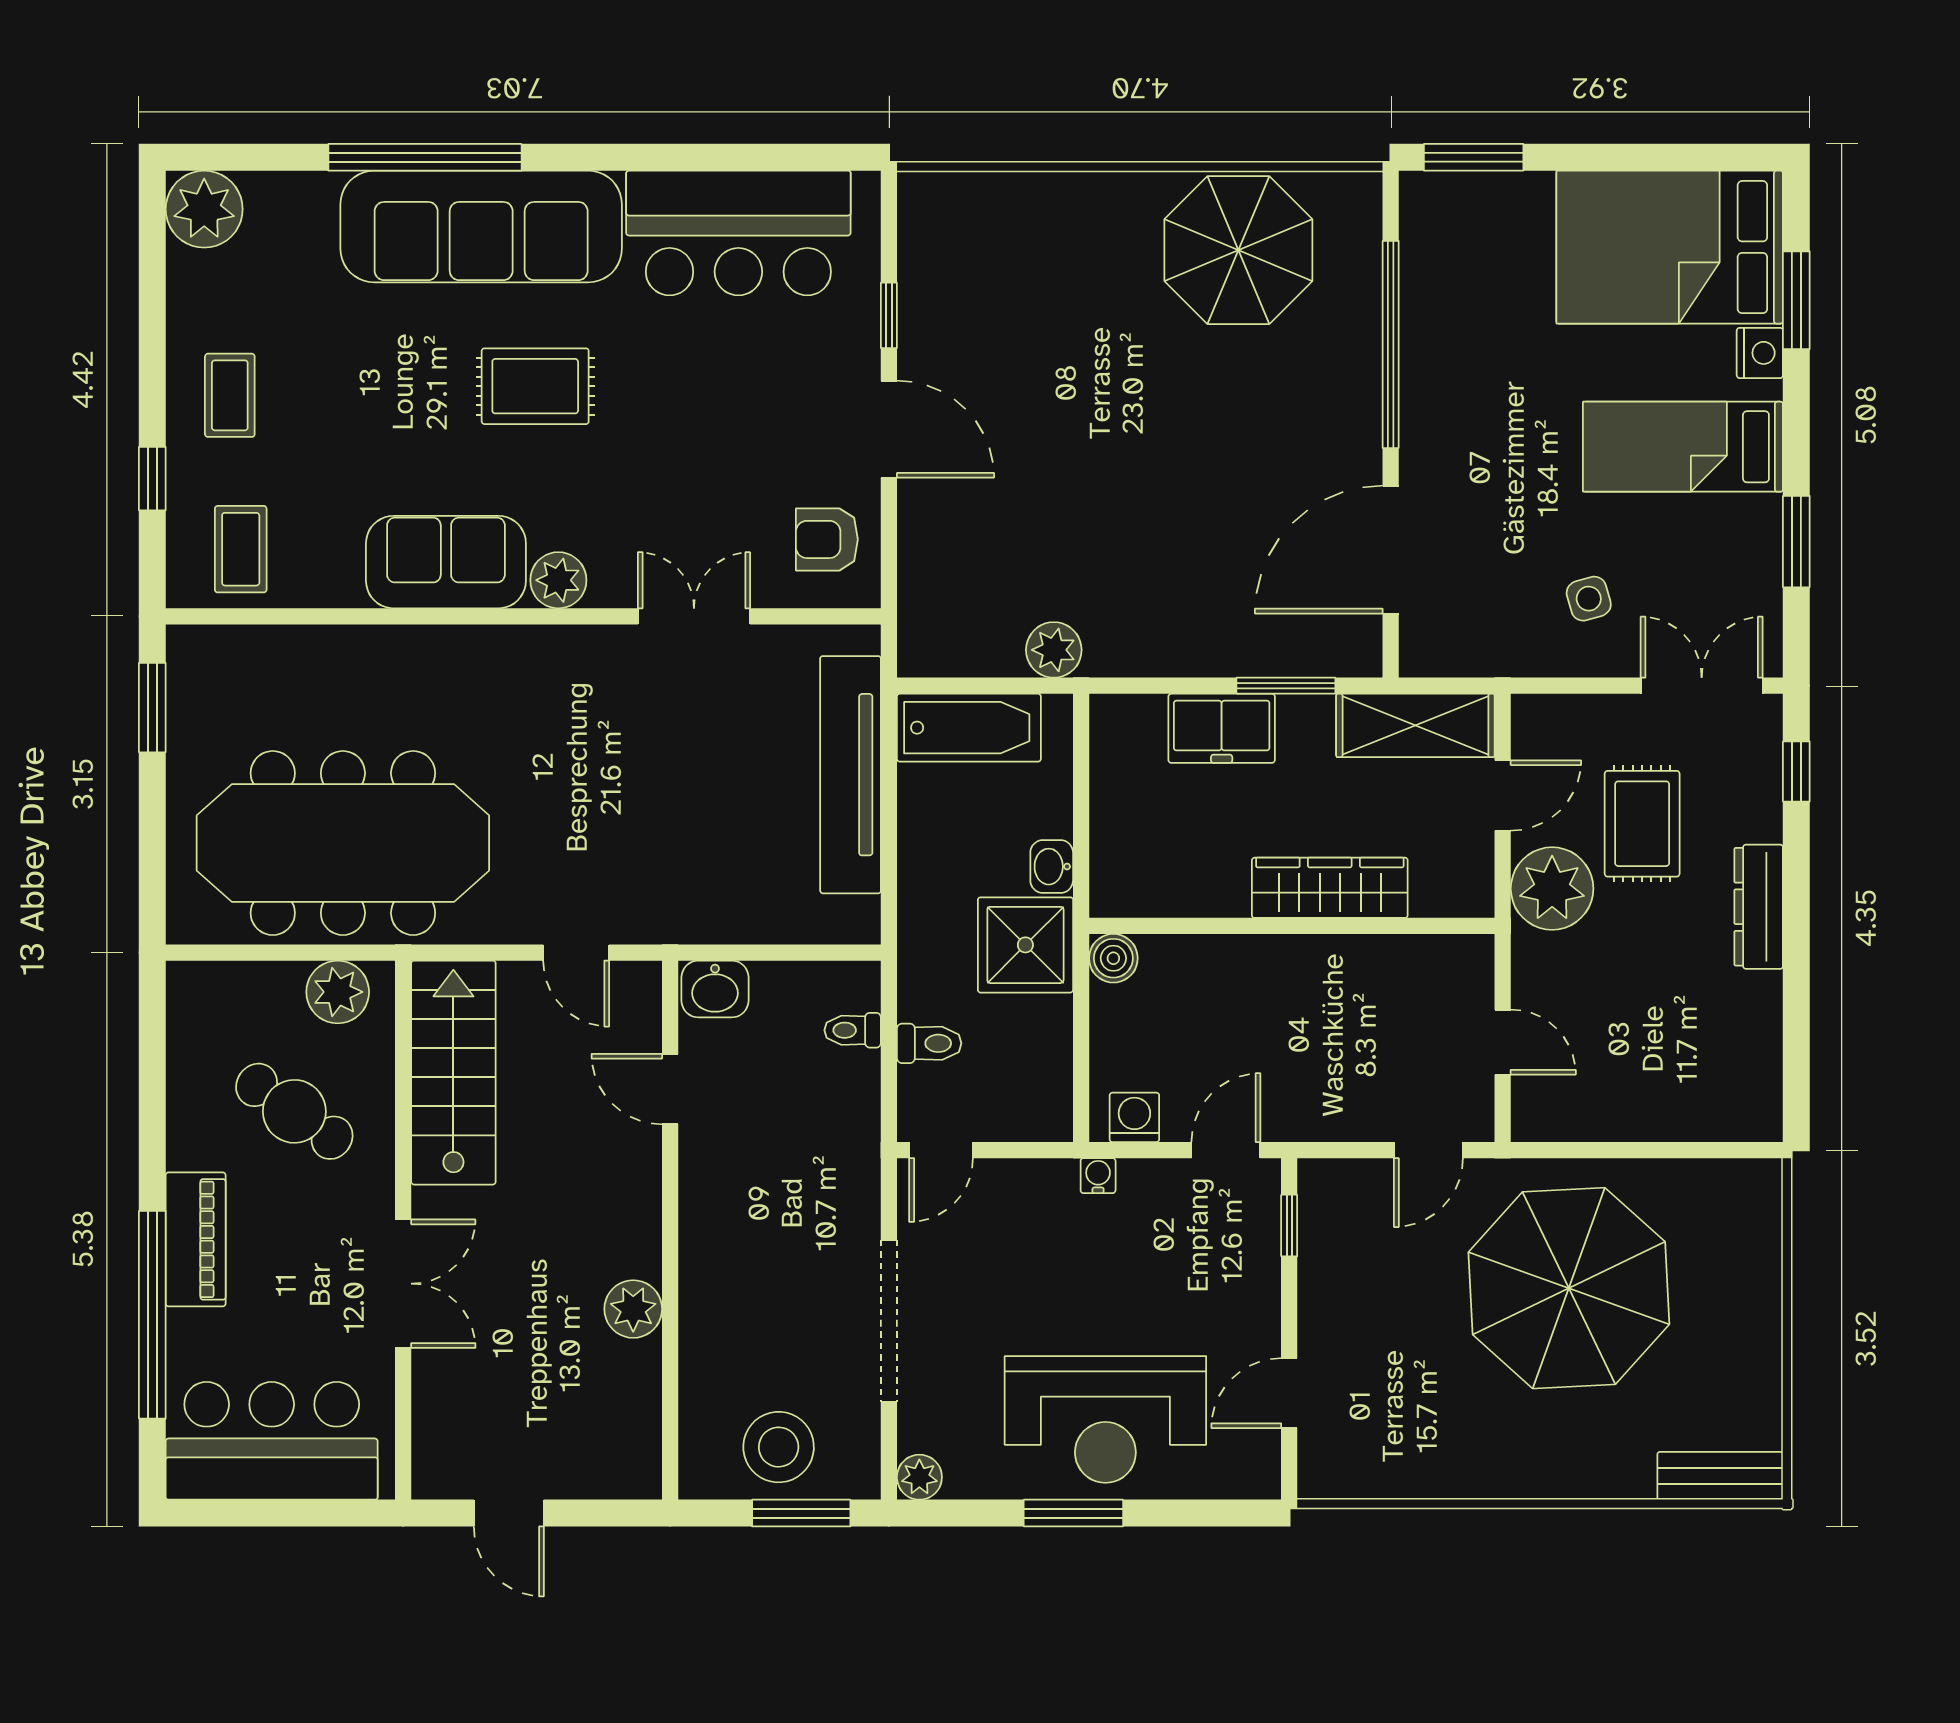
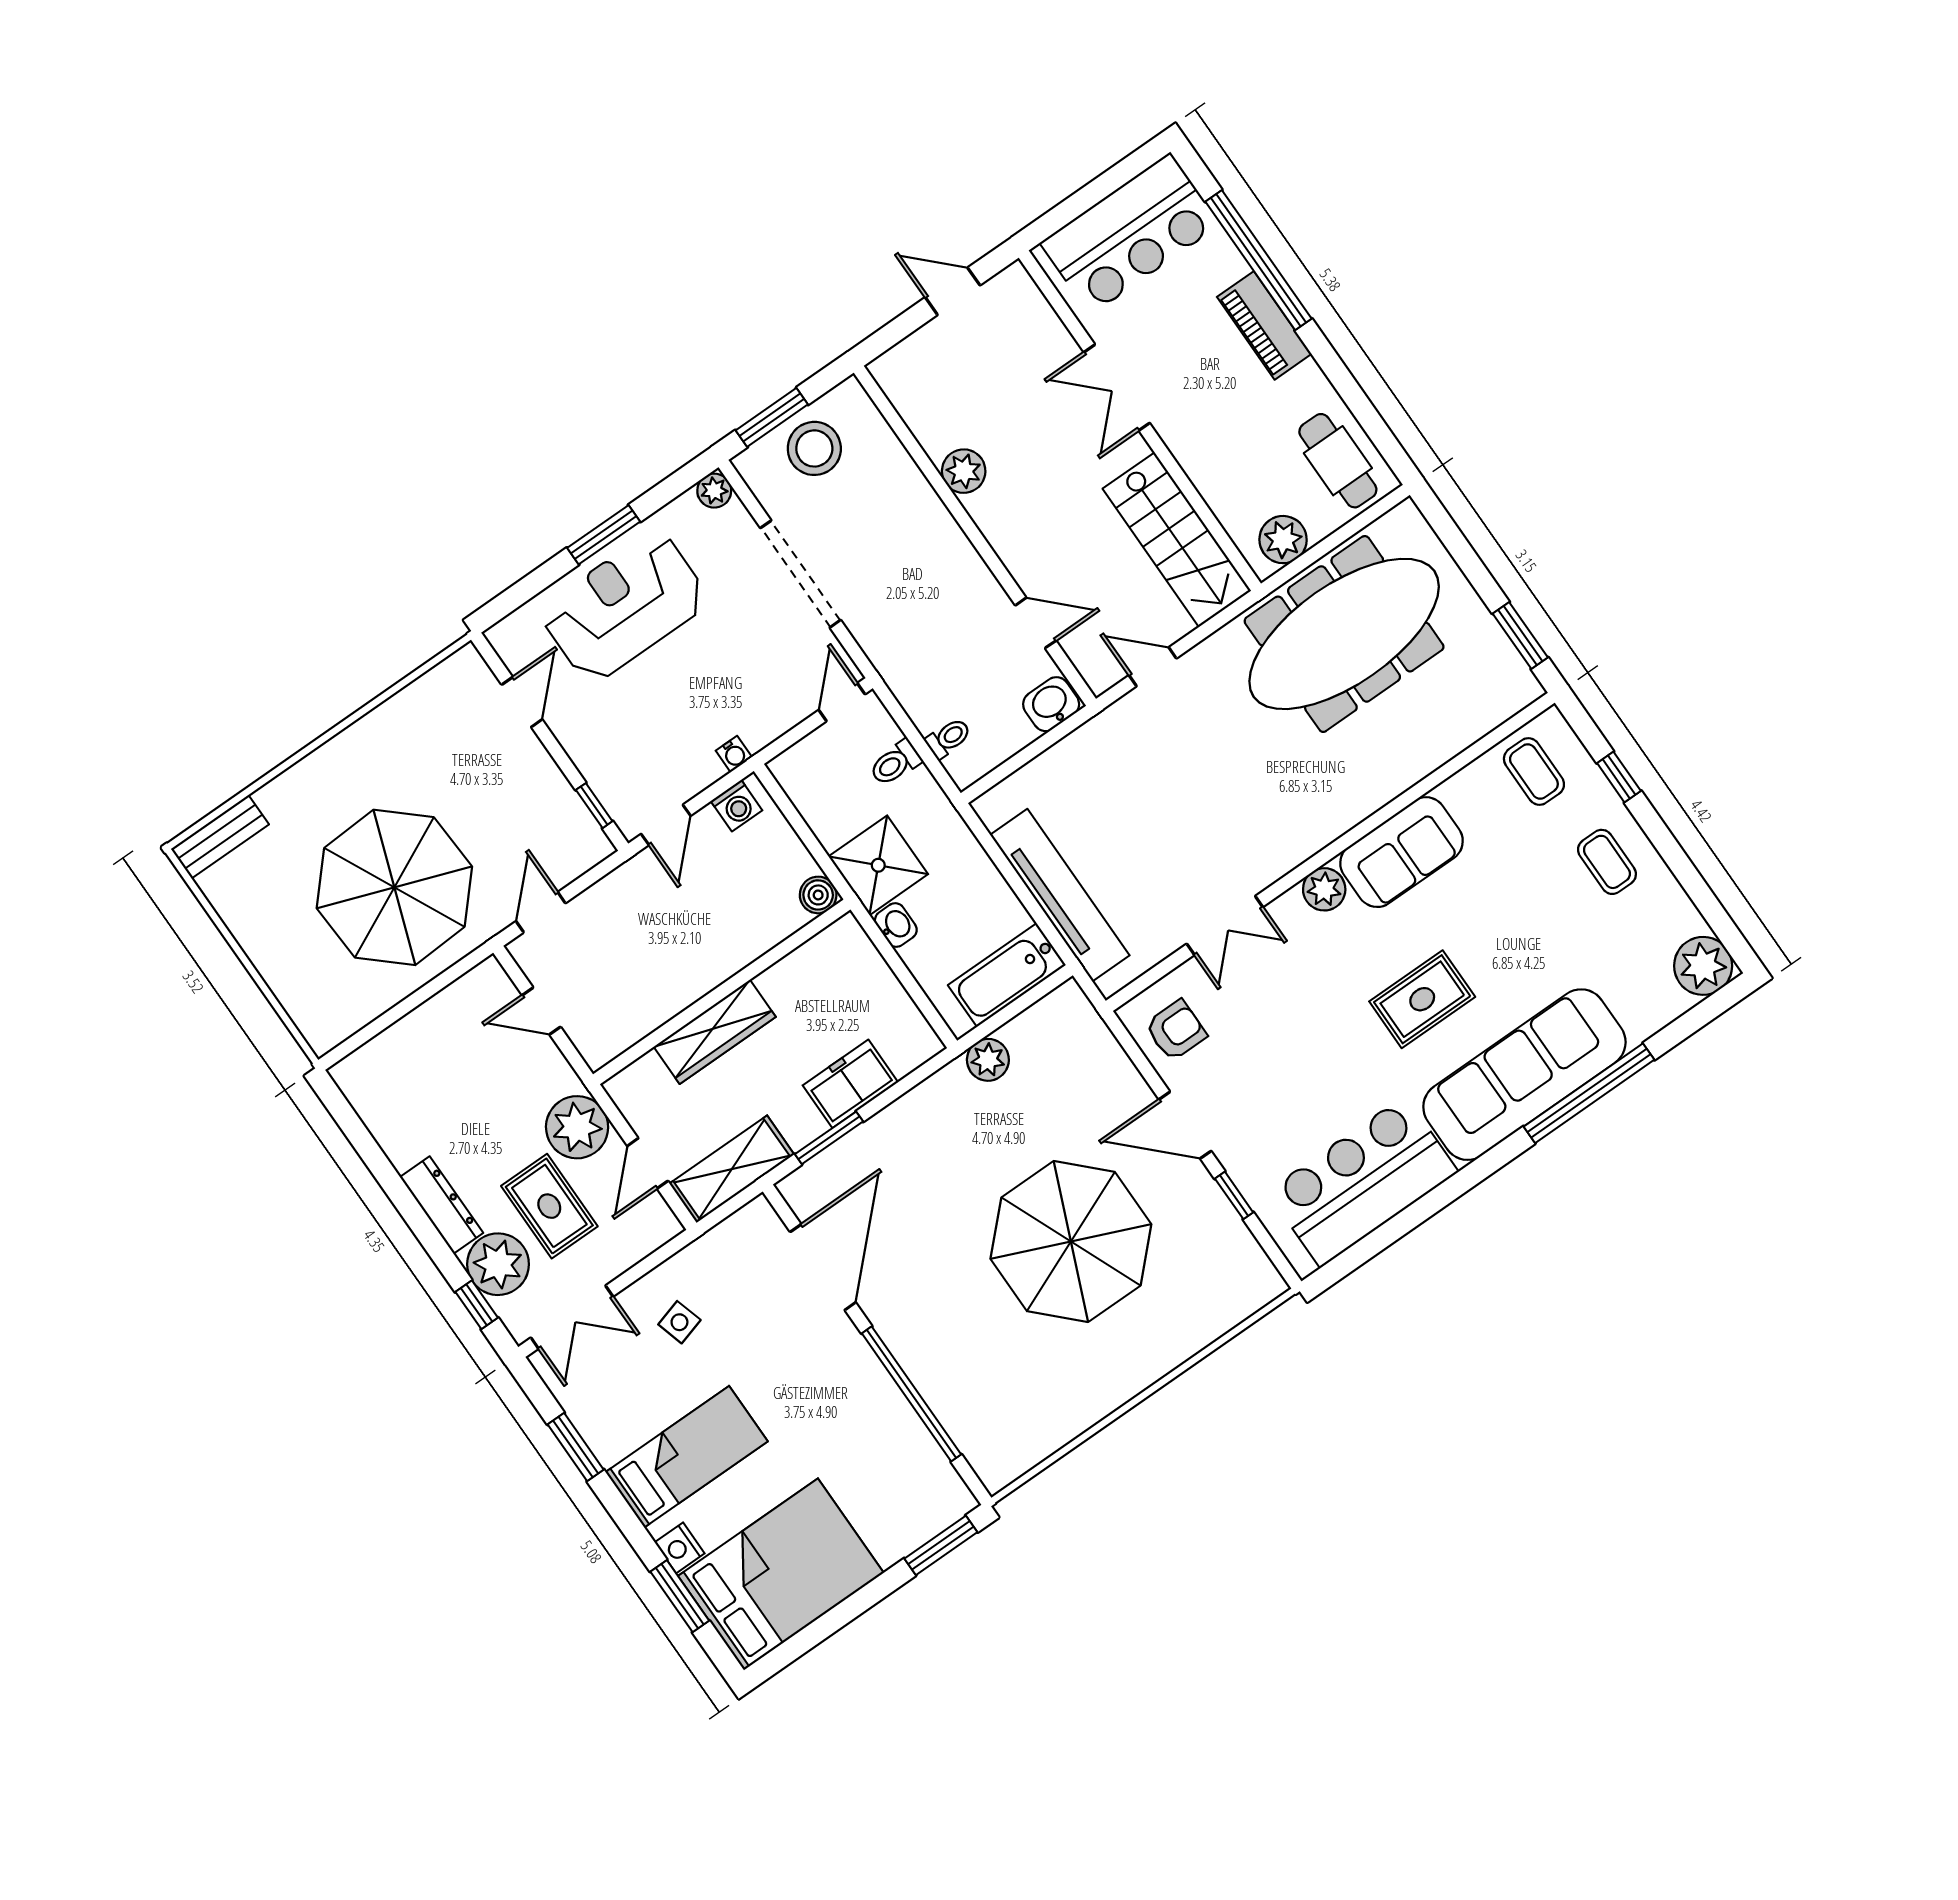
parasol: (1238, 250) -> (1071, 1242), moved, width x1.36, depth x1.36
plant: (1742, 799) -> (498, 1264), added
cafe table: (294, 1111) -> (1338, 461), moved, turned 55

